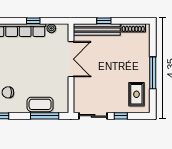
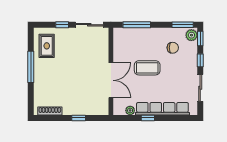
bench: (97, 30) -> (86, 109), removed
double door: (71, 59) -> (111, 80), swing flipped
coffee table: (40, 104) -> (147, 68), moved

